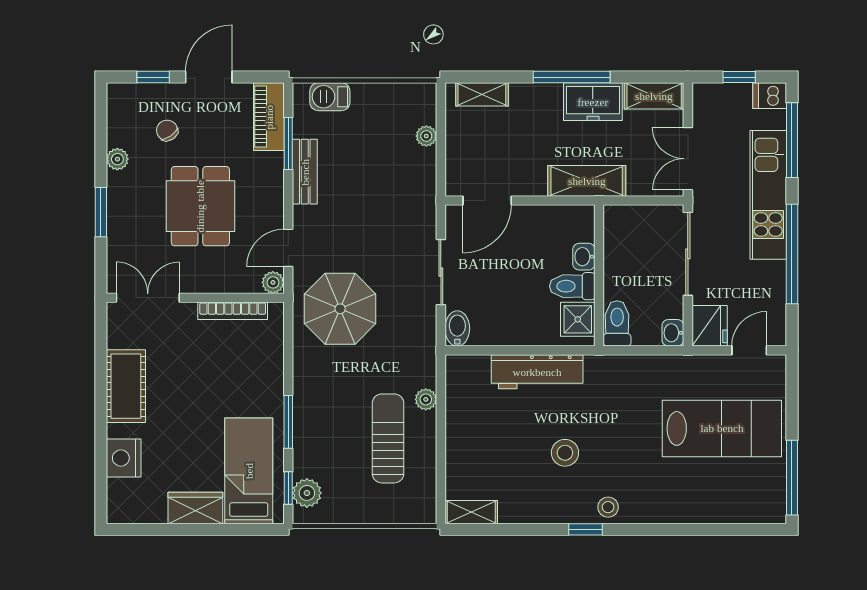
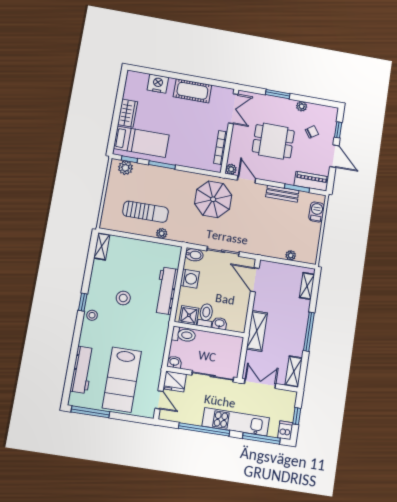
freezer: (593, 102) -> (295, 340), removed
washing machine: (506, 329) -> (190, 279), added
workbench: (715, 507) -> (82, 370), added

